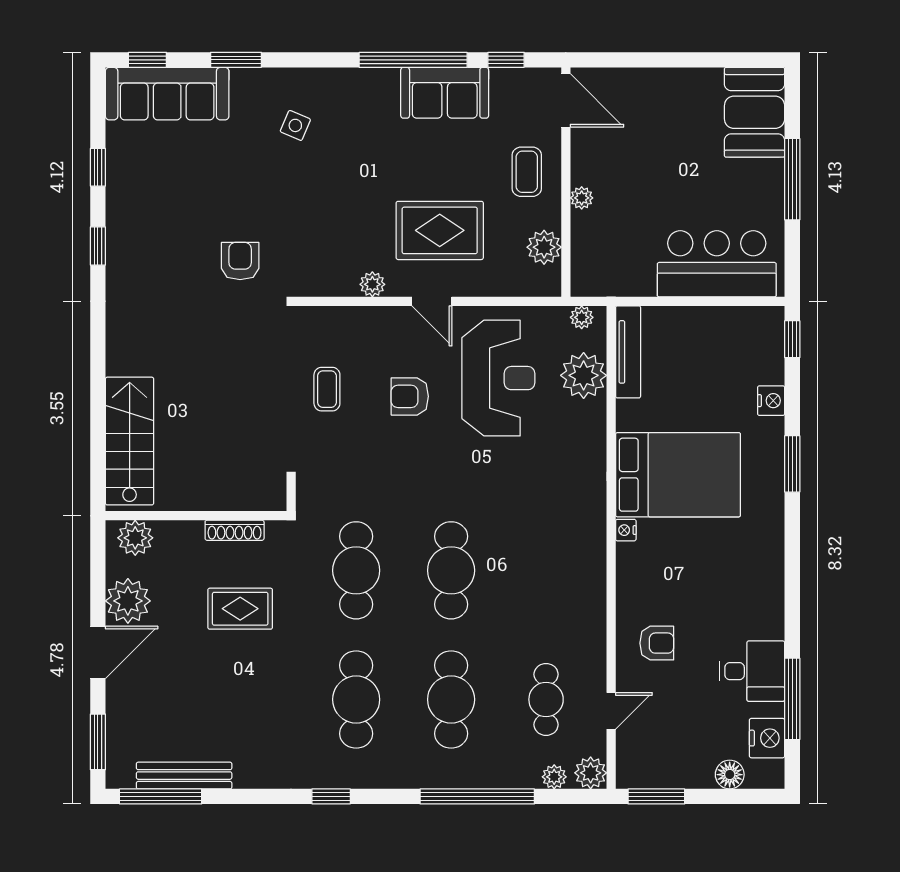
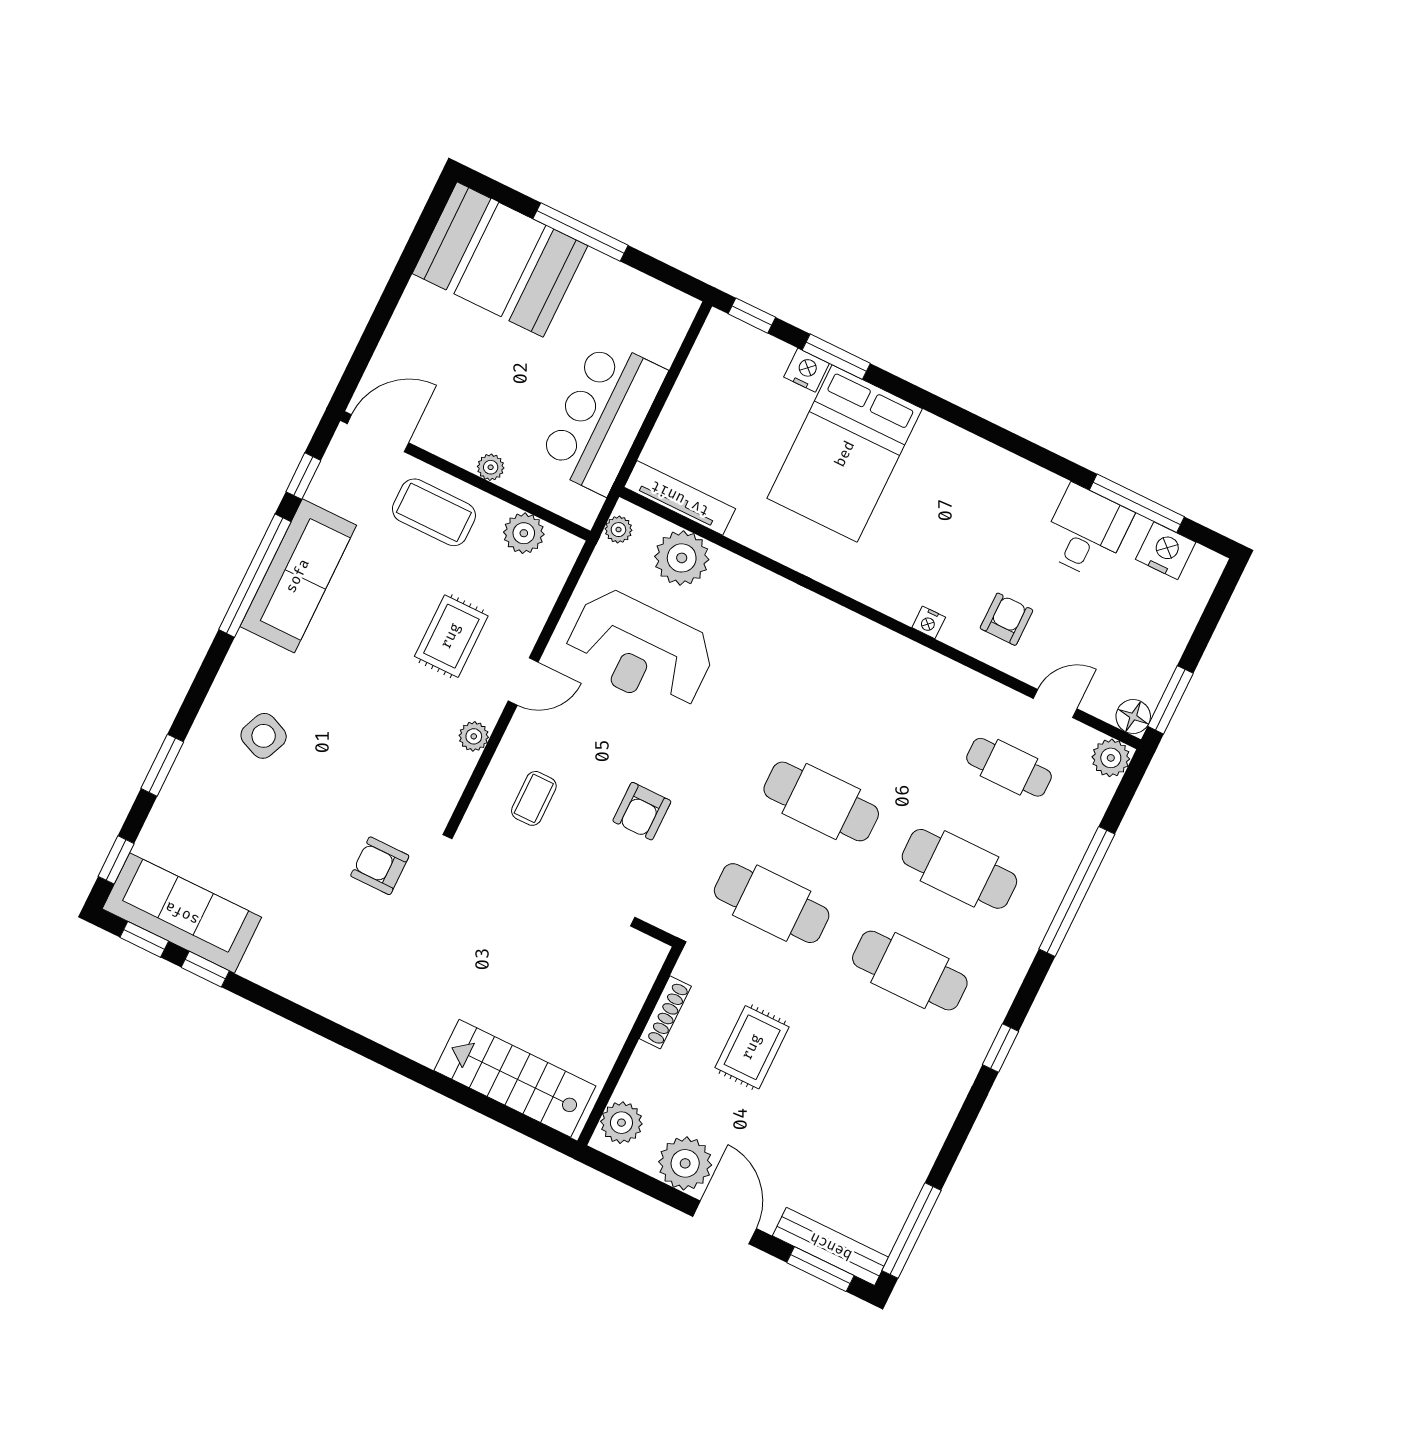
sofa: (445, 93) -> (298, 576), width x1.36
sofa: (167, 94) -> (182, 913), moved, turned -90
booth: (755, 112) -> (500, 260), width x1.36, depth x1.42
side table: (295, 125) -> (264, 736), width x1.37, depth x1.37
coffee table: (527, 172) -> (434, 512), width x1.36, depth x1.30
rug: (440, 230) -> (451, 636), width x0.73, depth x0.70
window: (98, 246) -> (144, 939), moved
bar counter: (717, 264) -> (602, 417), moved
reception desk: (498, 378) -> (640, 650), turned 180
coffee table: (327, 389) -> (534, 798), moved, turned 90
armchair: (410, 396) -> (642, 811), moved
window: (792, 464) -> (836, 357), moved
bed: (678, 475) -> (845, 454), moved, turned 180
nightstand: (626, 530) -> (929, 622), moved
door: (611, 711) -> (1055, 704), hinge flipped
floor lamp: (730, 775) -> (1133, 717), moved
bench: (184, 776) -> (831, 1246), moved, turned 90
plant: (554, 777) -> (1096, 799), removed

